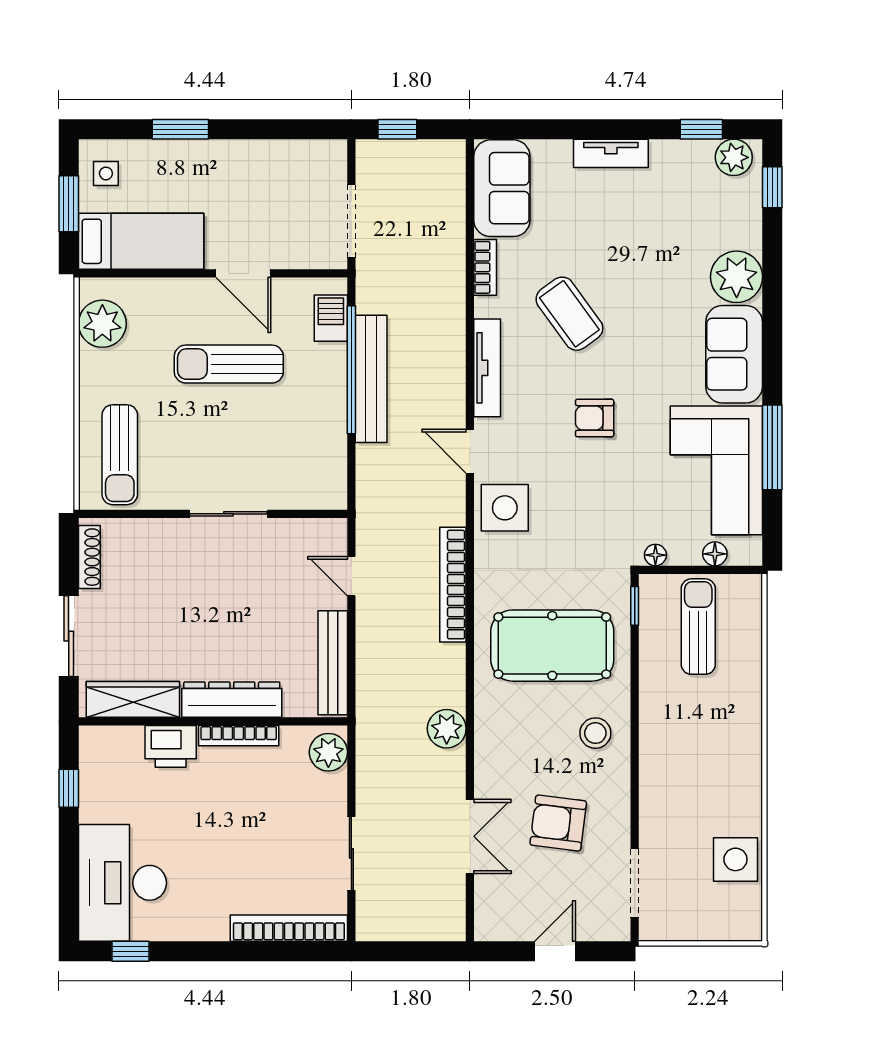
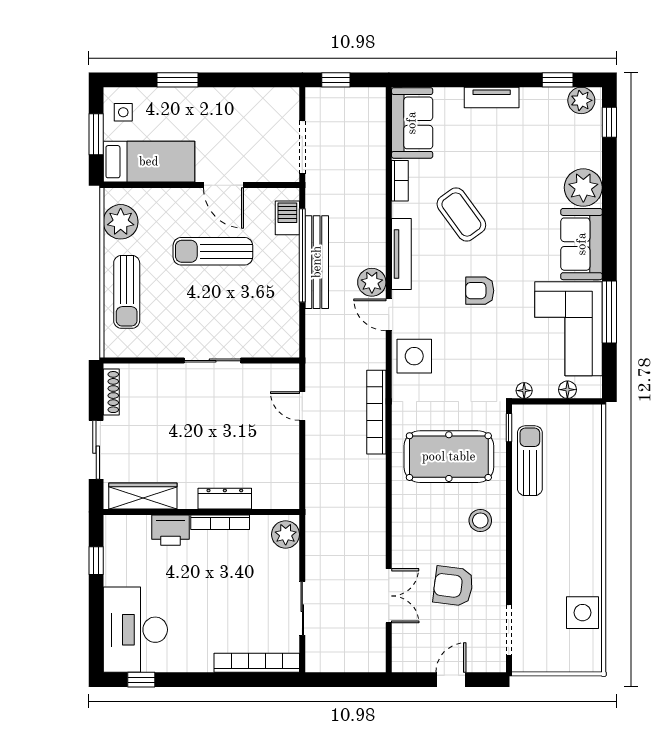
sun lounger: (120, 455) -> (127, 292), moved
sun lounger: (698, 627) -> (530, 461), moved
bench: (333, 663) -> (289, 469), removed
dresser: (232, 700) -> (225, 499), width x0.73, depth x0.80
plant: (447, 729) -> (372, 282), moved

